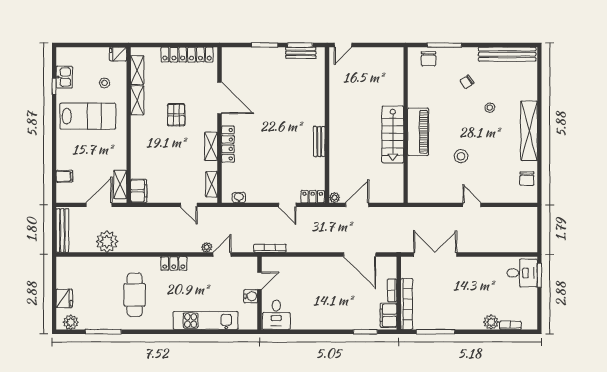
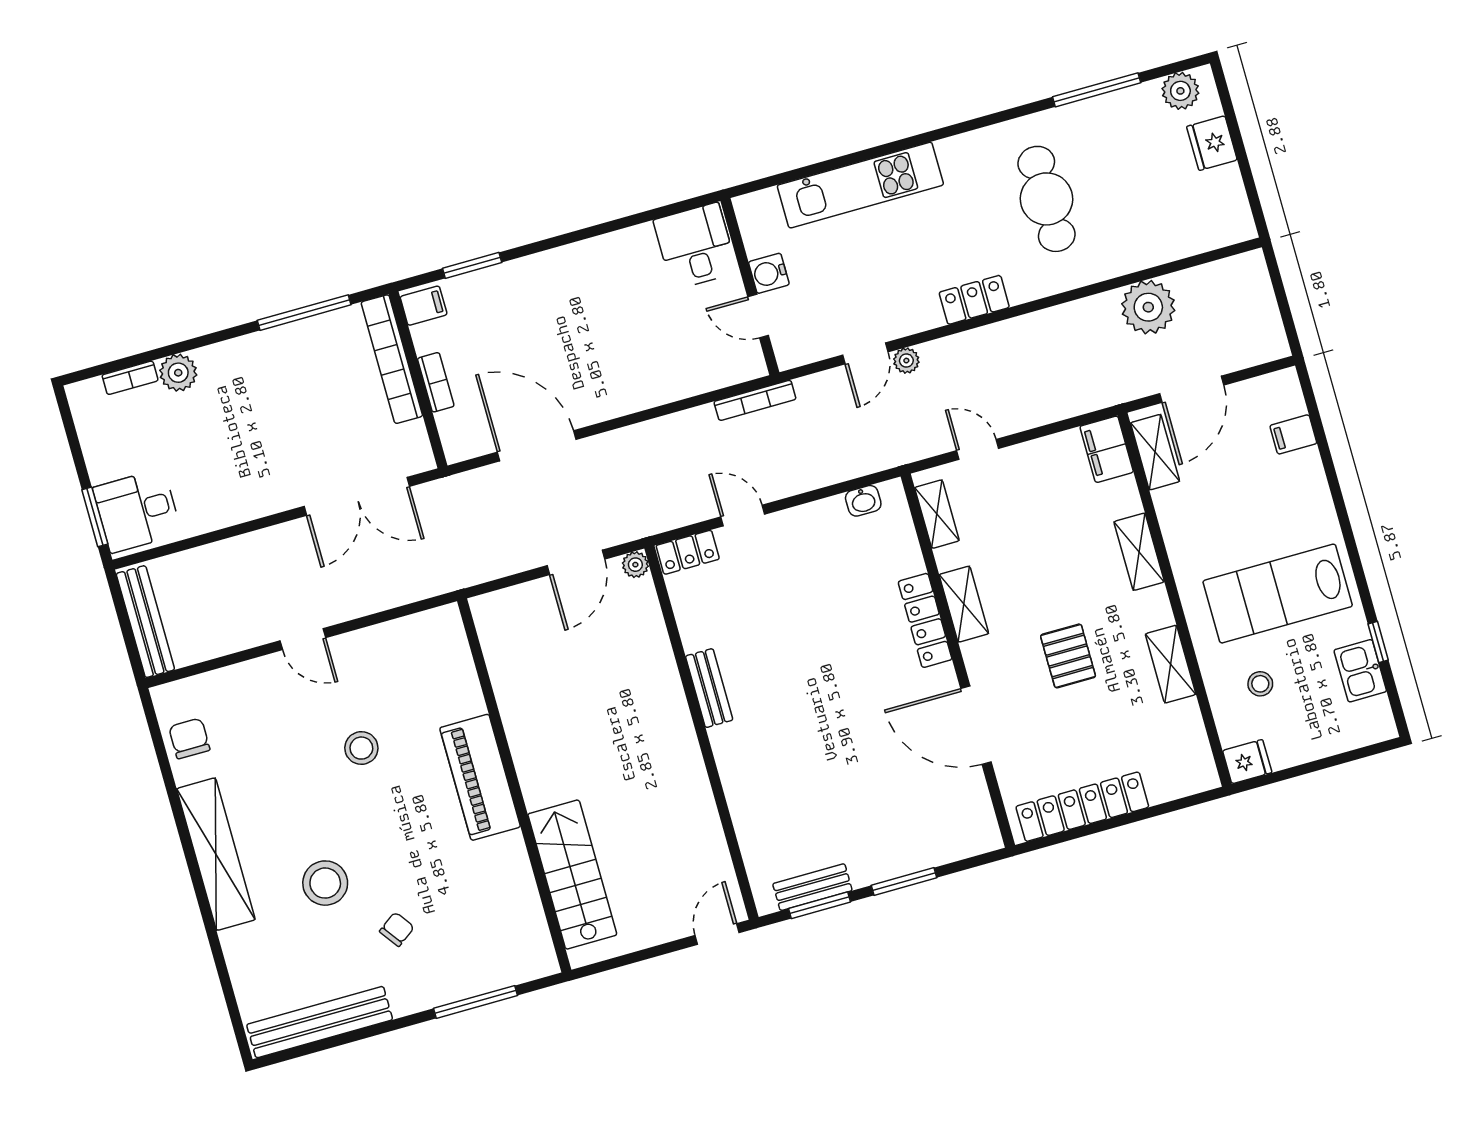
chair: (428, 59) -> (504, 959), removed
shelving: (137, 70) -> (1139, 552), moved
stool: (490, 108) -> (325, 883), width x1.89, depth x1.89
stairs: (393, 134) -> (572, 874), moved
bench: (62, 230) -> (145, 622), moved
door: (260, 281) -> (758, 316), hinge flipped
filing cabinet: (388, 315) -> (424, 306), width x0.50

